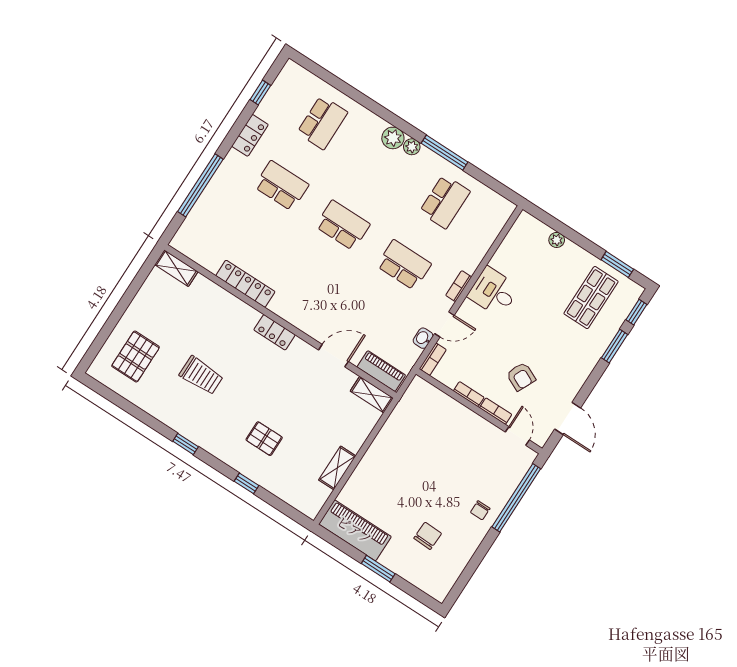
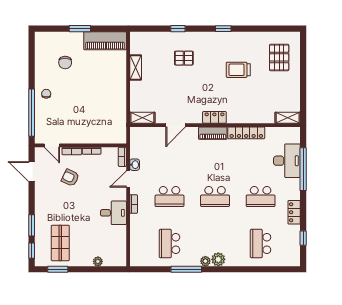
desk: (215, 211) -> (287, 161), added
piano: (381, 371) -> (213, 133), moved

